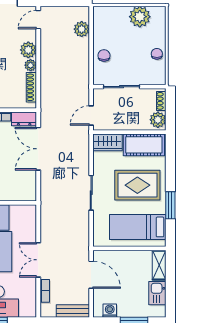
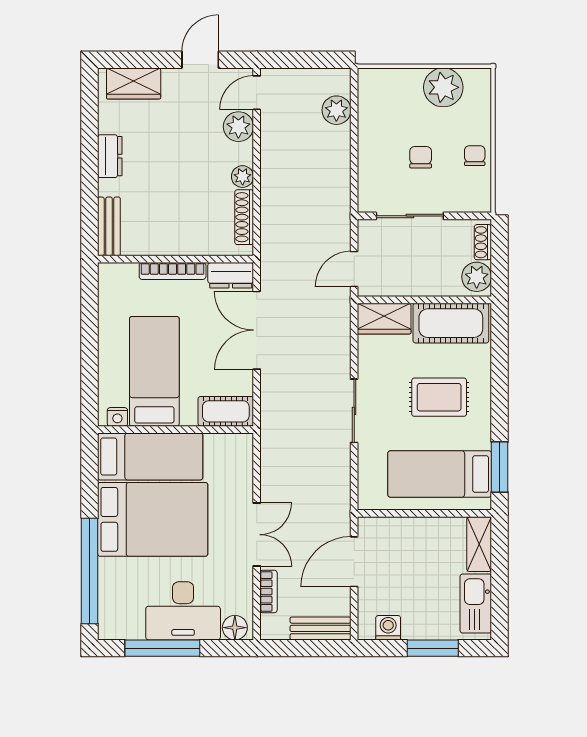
plant: (28, 50) -> (238, 127), moved
chair: (104, 55) -> (421, 157), moved
rug: (137, 185) -> (439, 397), width x0.73, depth x0.70
cot: (21, 193) -> (226, 411), added
window: (170, 205) -> (500, 467), moved
double door: (38, 260) -> (257, 535), swing flipped
door: (91, 275) -> (354, 562), swing flipped
kitchen sink: (157, 293) -> (476, 604), width x1.38
floor lamp: (26, 311) -> (235, 628), added

